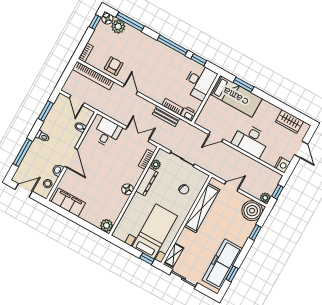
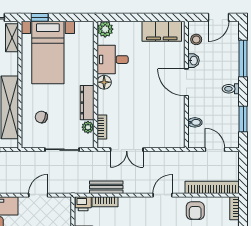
door: (130, 89) -> (162, 195), swing flipped
desk: (107, 133) -> (113, 60), moved, turned 90

